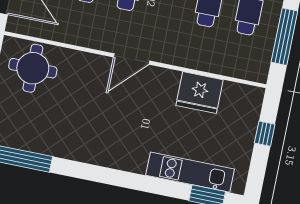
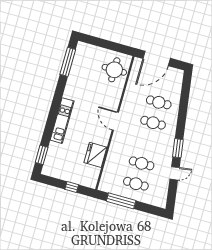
kitchen unit: (190, 172) -> (62, 121), moved

